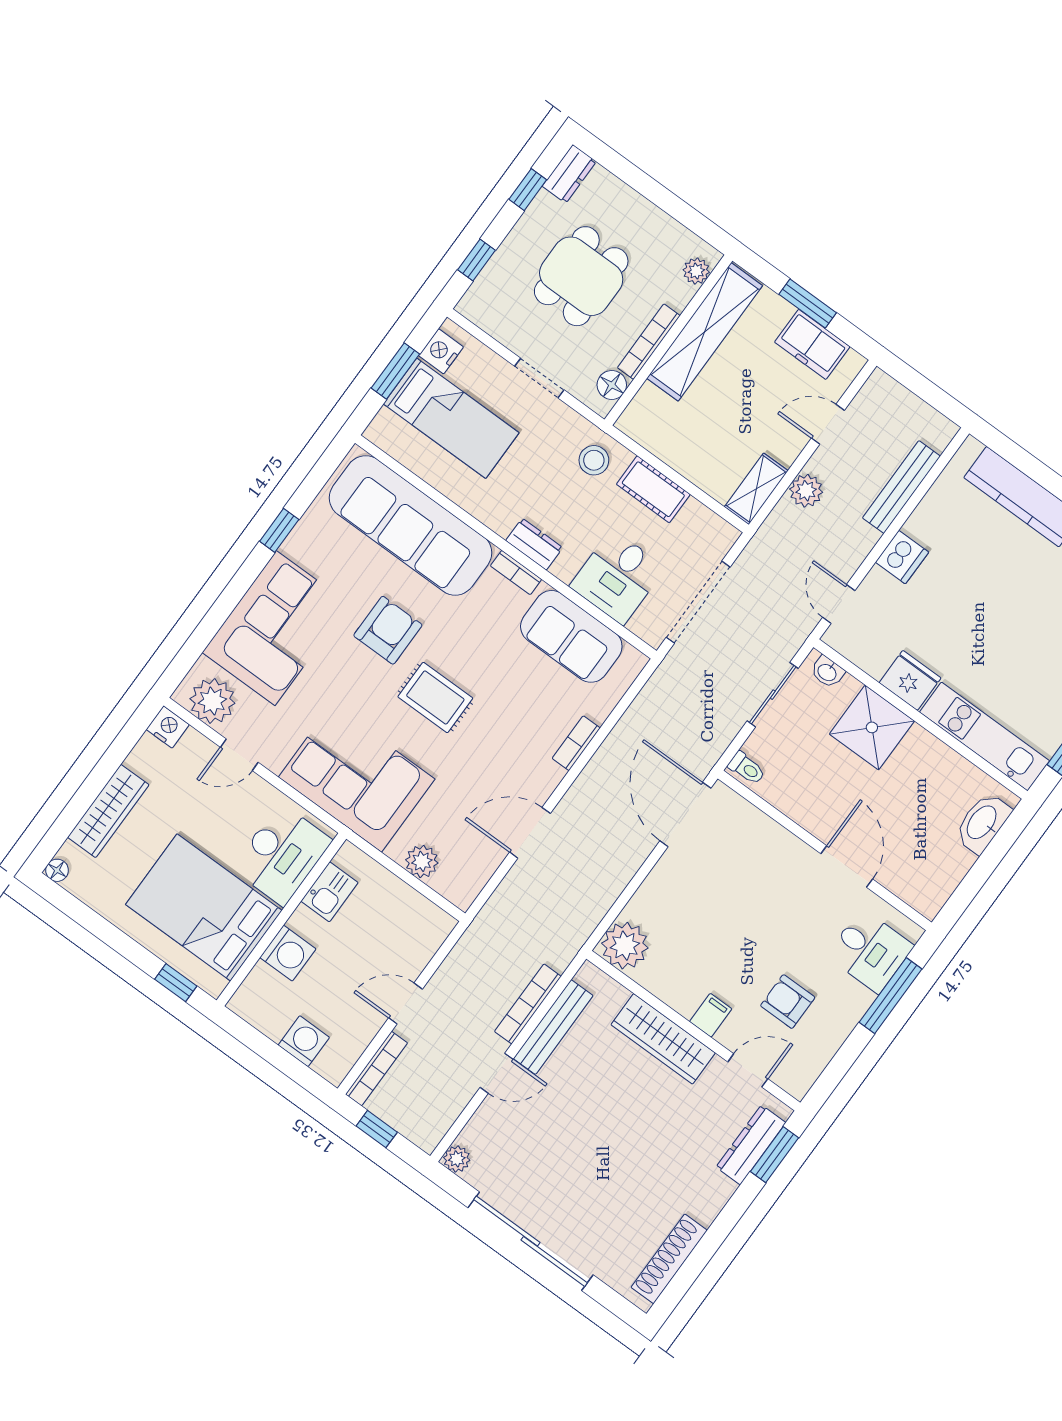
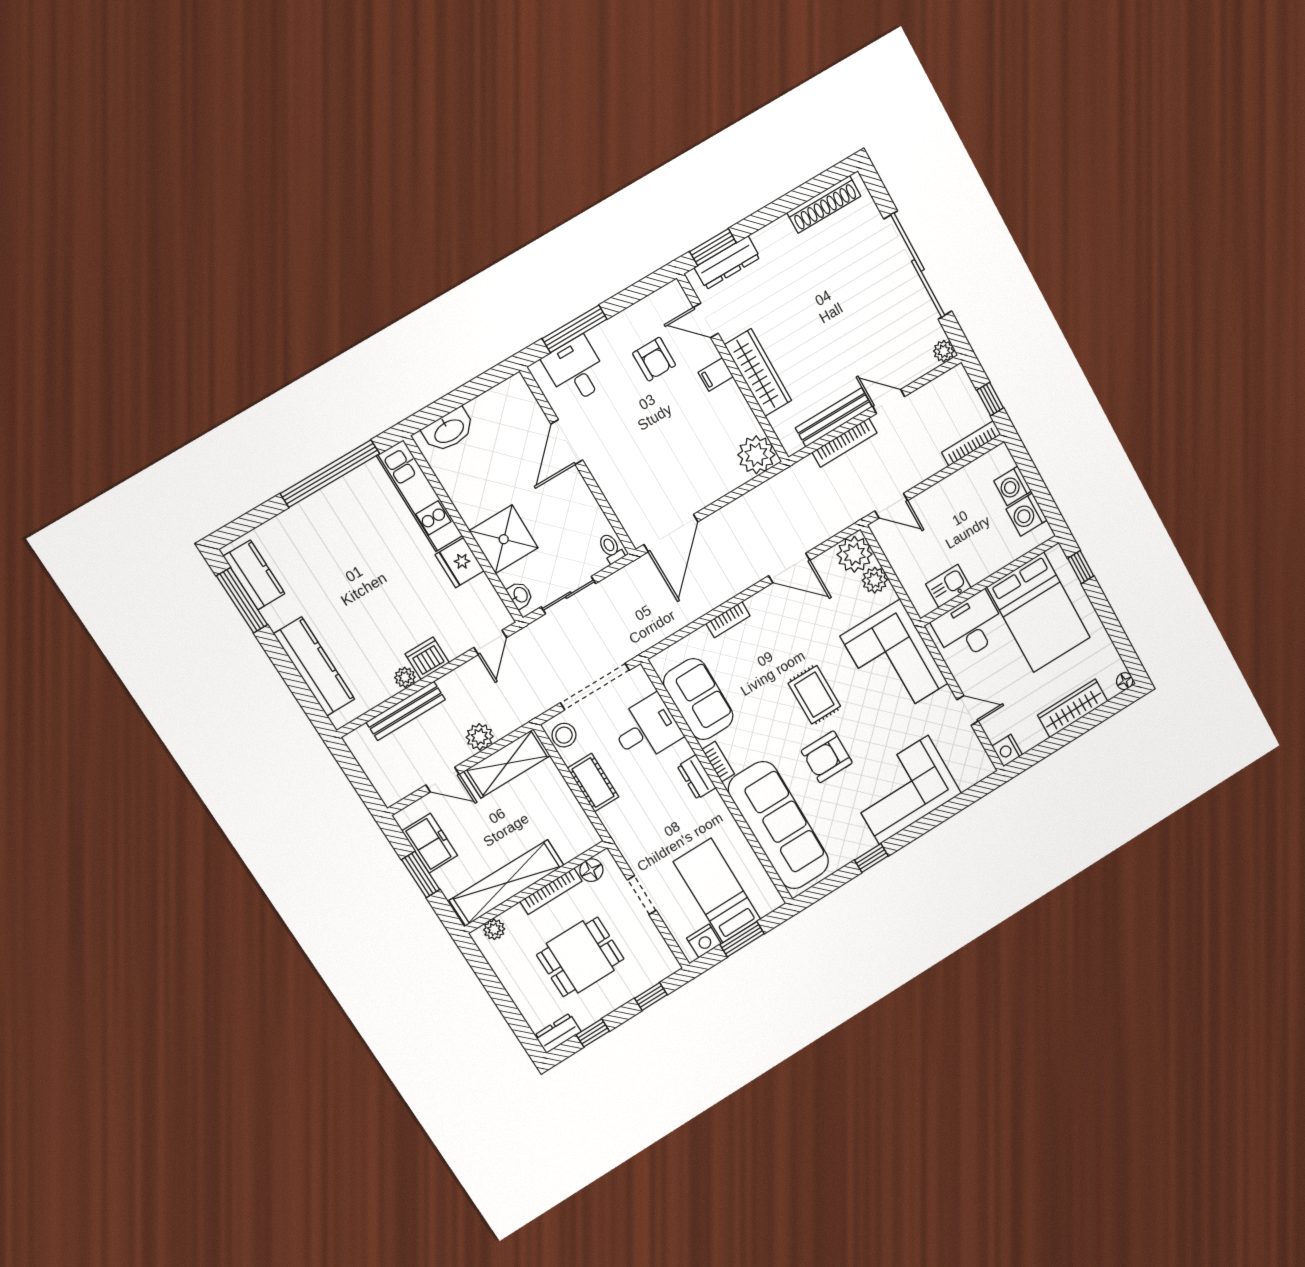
stool: (594, 460) -> (564, 735), moved
shelving: (756, 489) -> (507, 763), width x1.50, depth x1.33
plant: (918, 525) -> (405, 677), added
plant: (212, 701) -> (854, 554), moved
washing machine: (288, 953) -> (1027, 515), moved, turned -90
door: (406, 1003) -> (891, 506), moved

